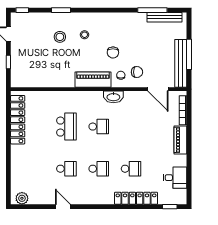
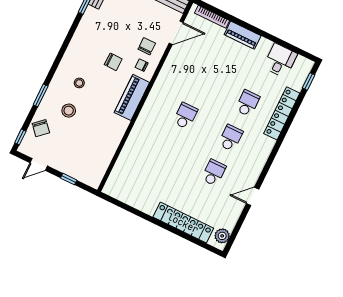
chair: (36, 22) -> (41, 128), added
washbasin: (113, 97) -> (161, 84), removed
locker: (18, 120) -> (183, 223), moved
school desk: (66, 127) -> (168, 151), removed

